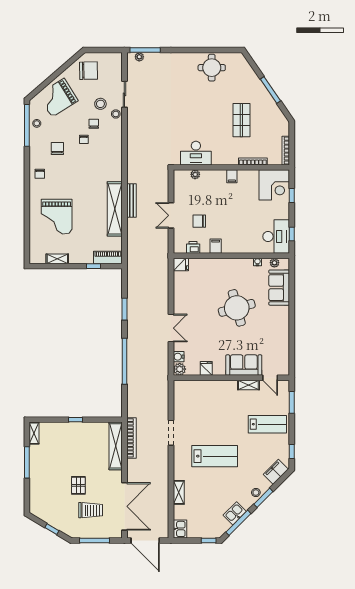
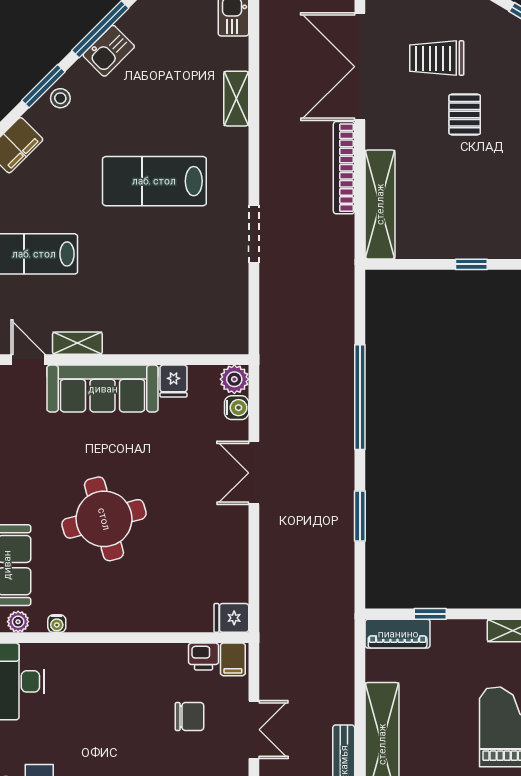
filing cabinet: (216, 246) -> (233, 659), moved
sofa: (244, 365) -> (103, 389), width x1.36
bookcase: (131, 438) -> (344, 168), moved

